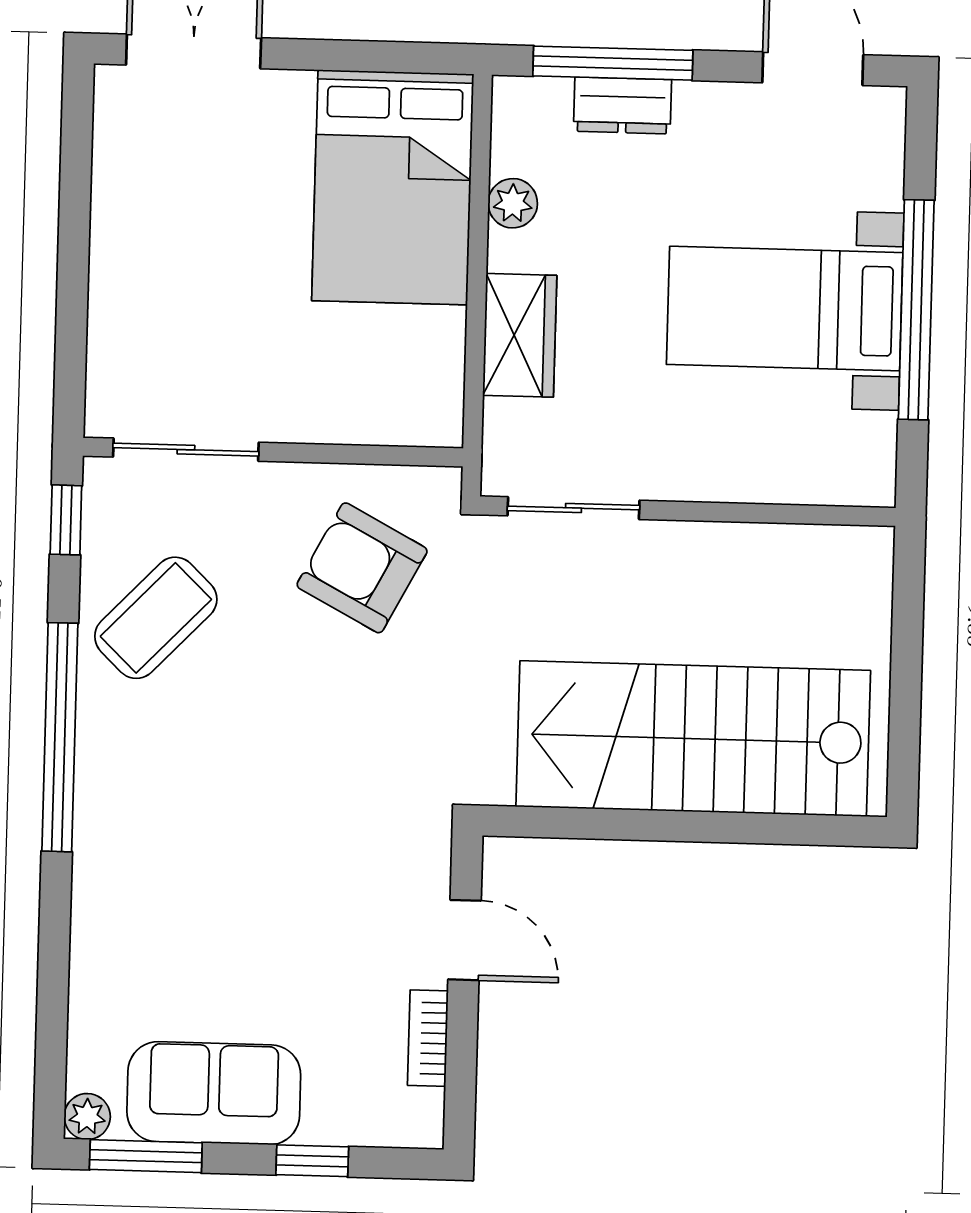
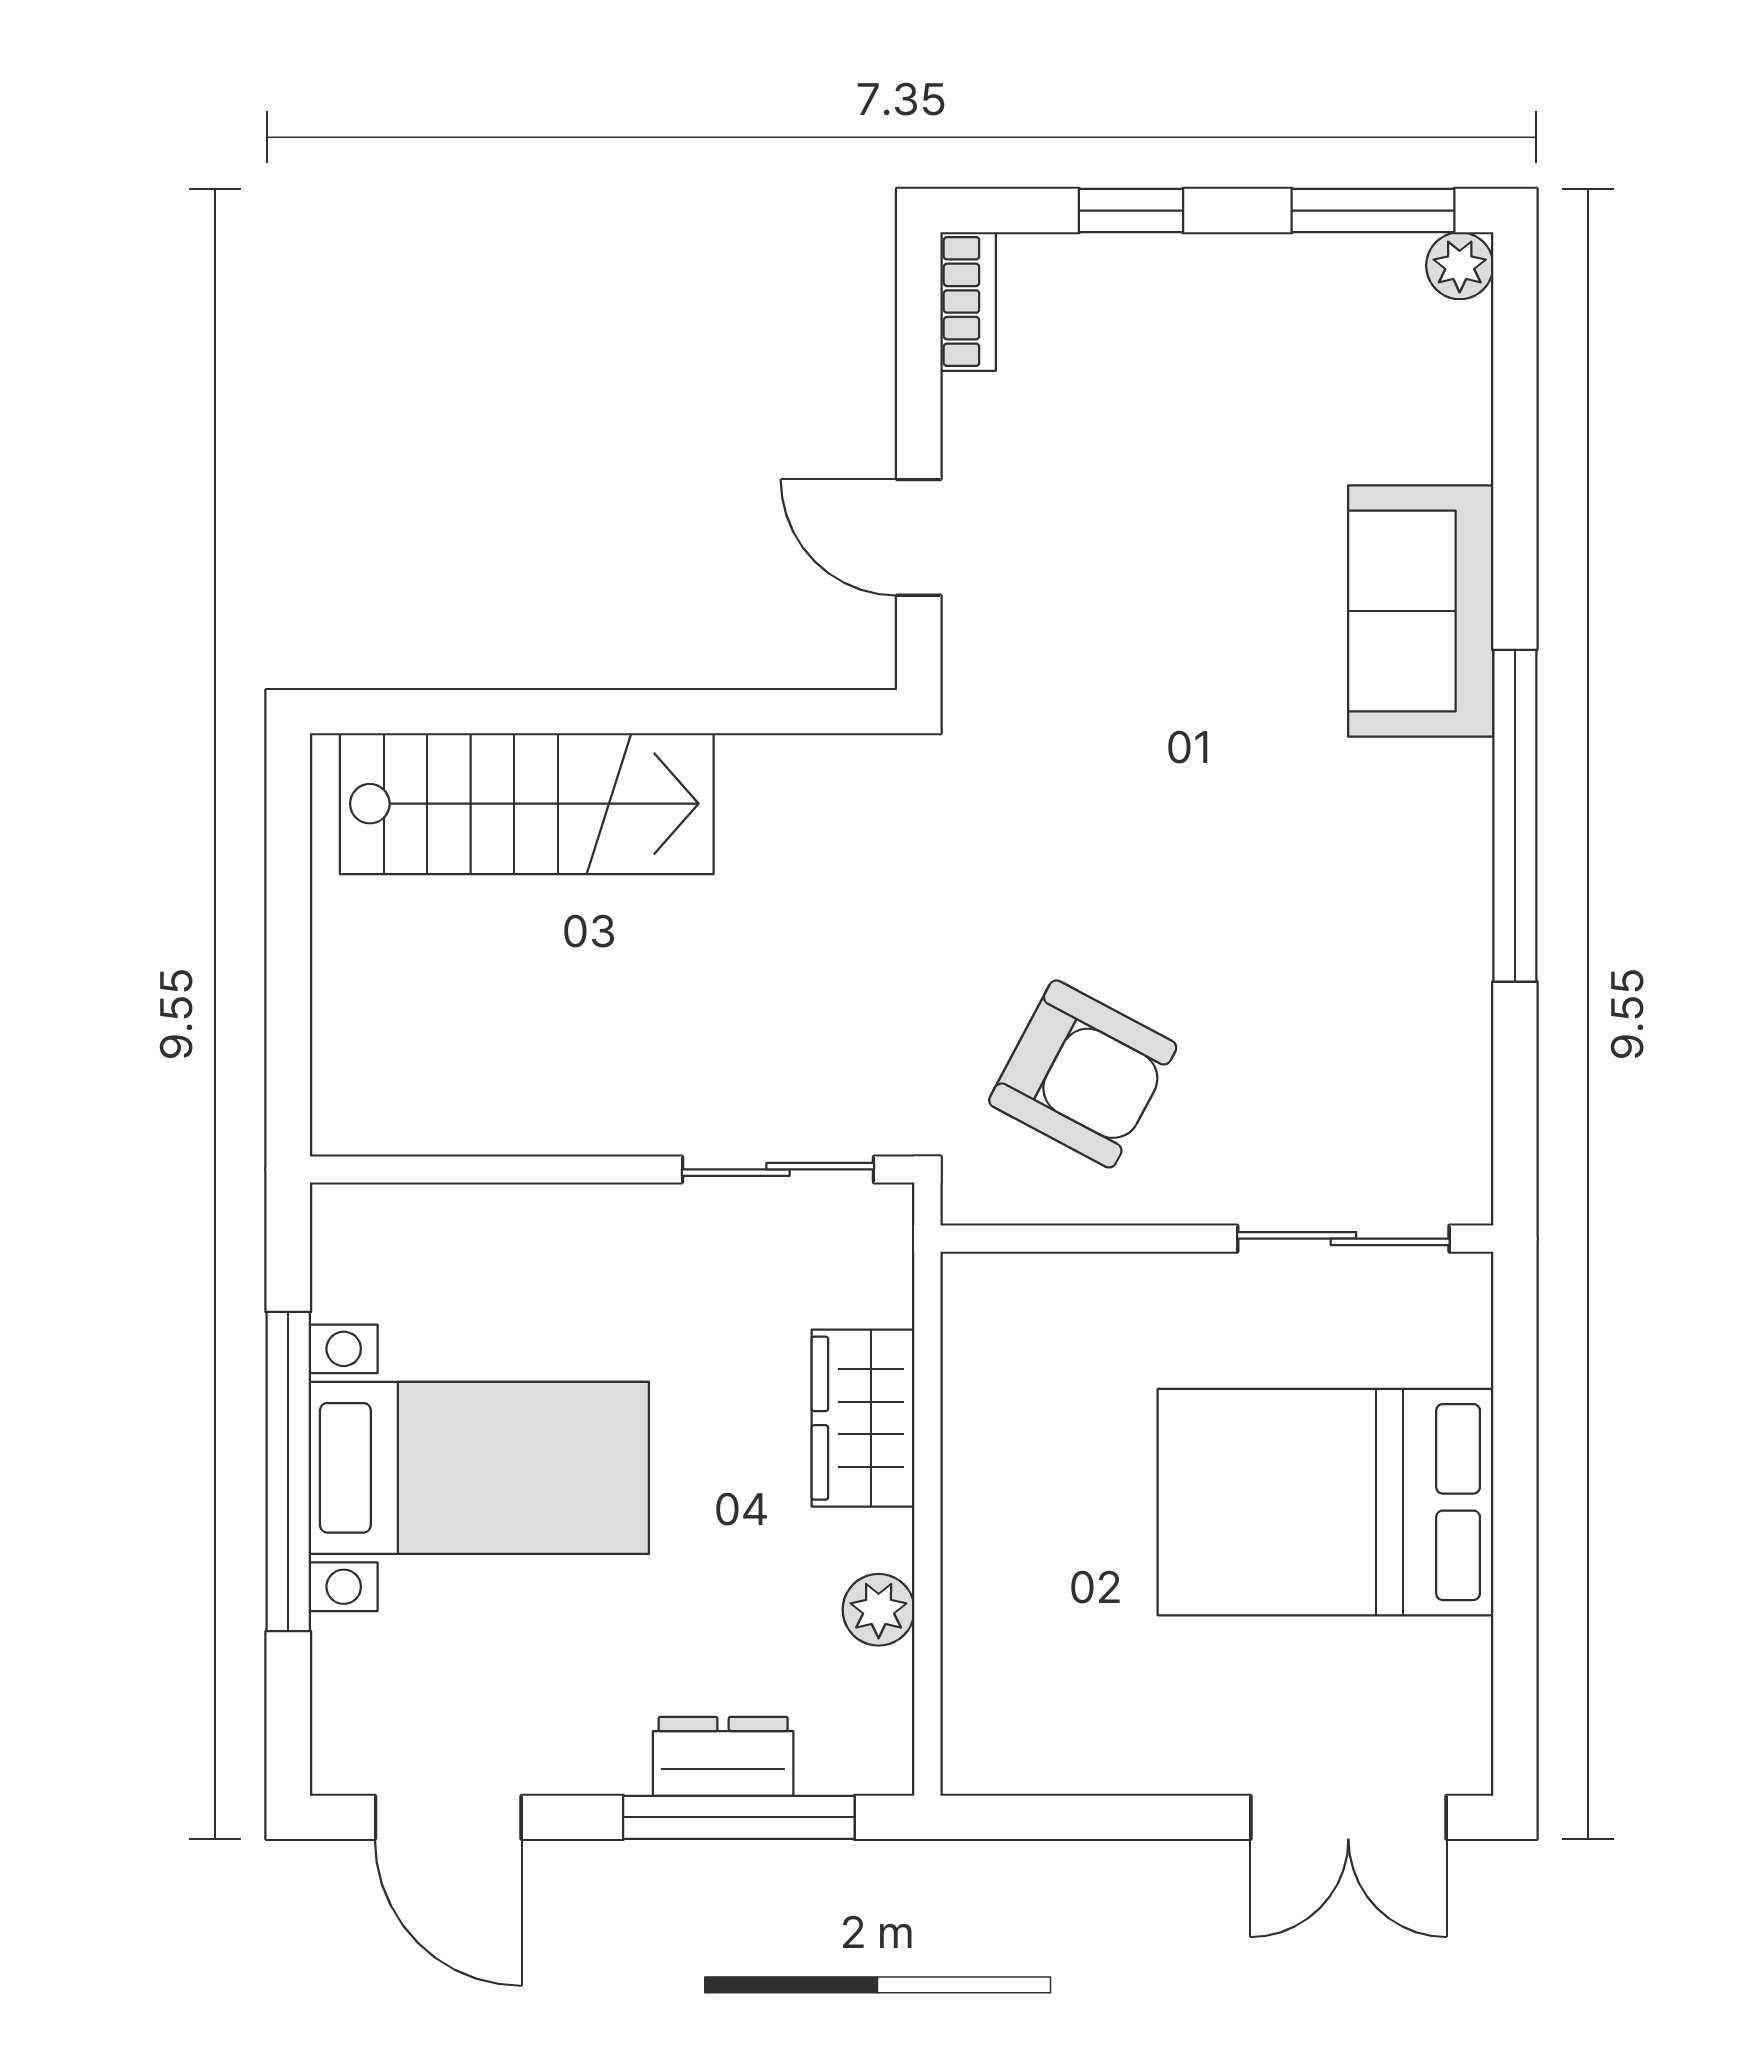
bed: (393, 187) -> (1325, 1502), moved, turned -90
window: (66, 520) -> (1515, 1132), removed
coffee table: (156, 618) -> (1380, 993), removed
stairs: (693, 739) -> (527, 804), width x0.73, depth x0.66
bookcase: (428, 1038) -> (968, 302), moved
sofa: (214, 1093) -> (1421, 611), moved, turned 90

